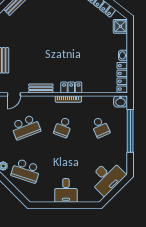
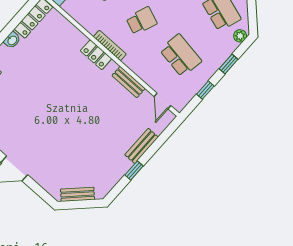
door: (14, 94) -> (162, 101), swing flipped
school desk: (26, 127) -> (181, 55), turned 30

